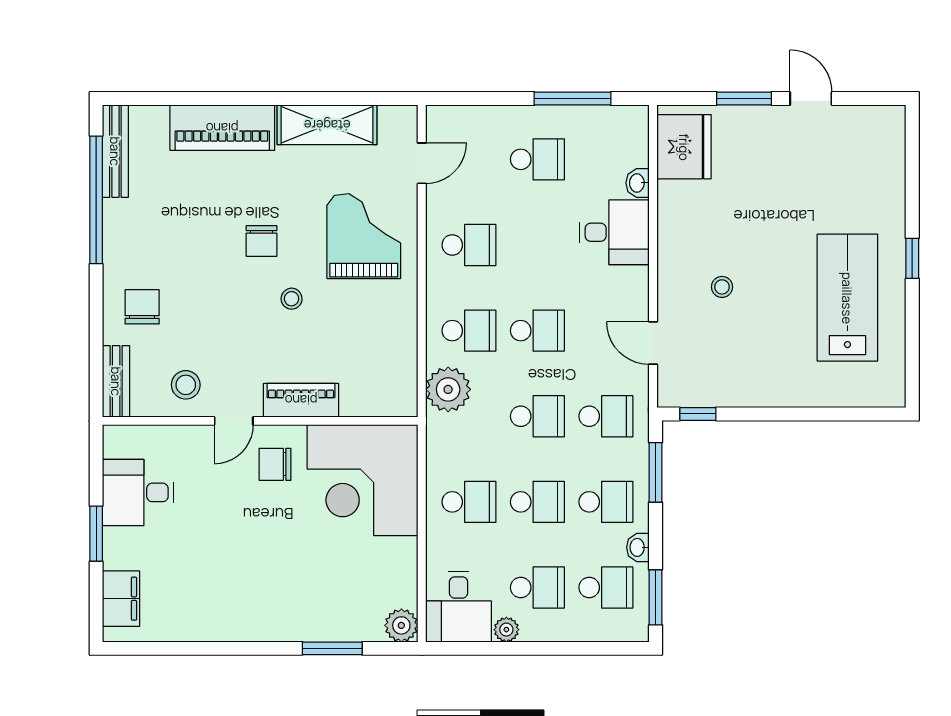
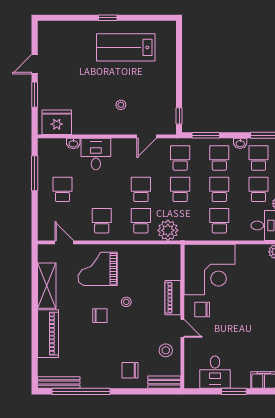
chair: (275, 464) -> (202, 309), turned 90

